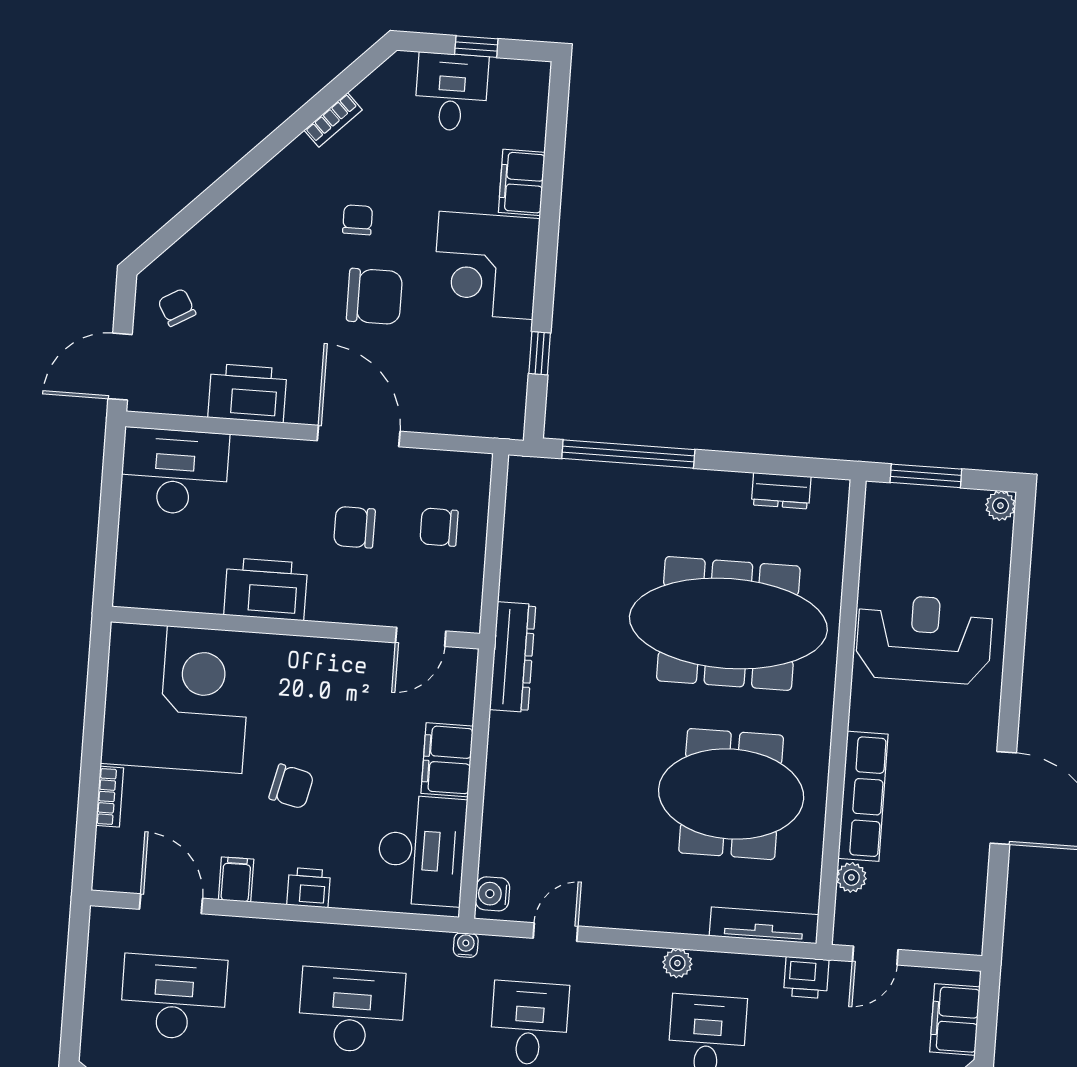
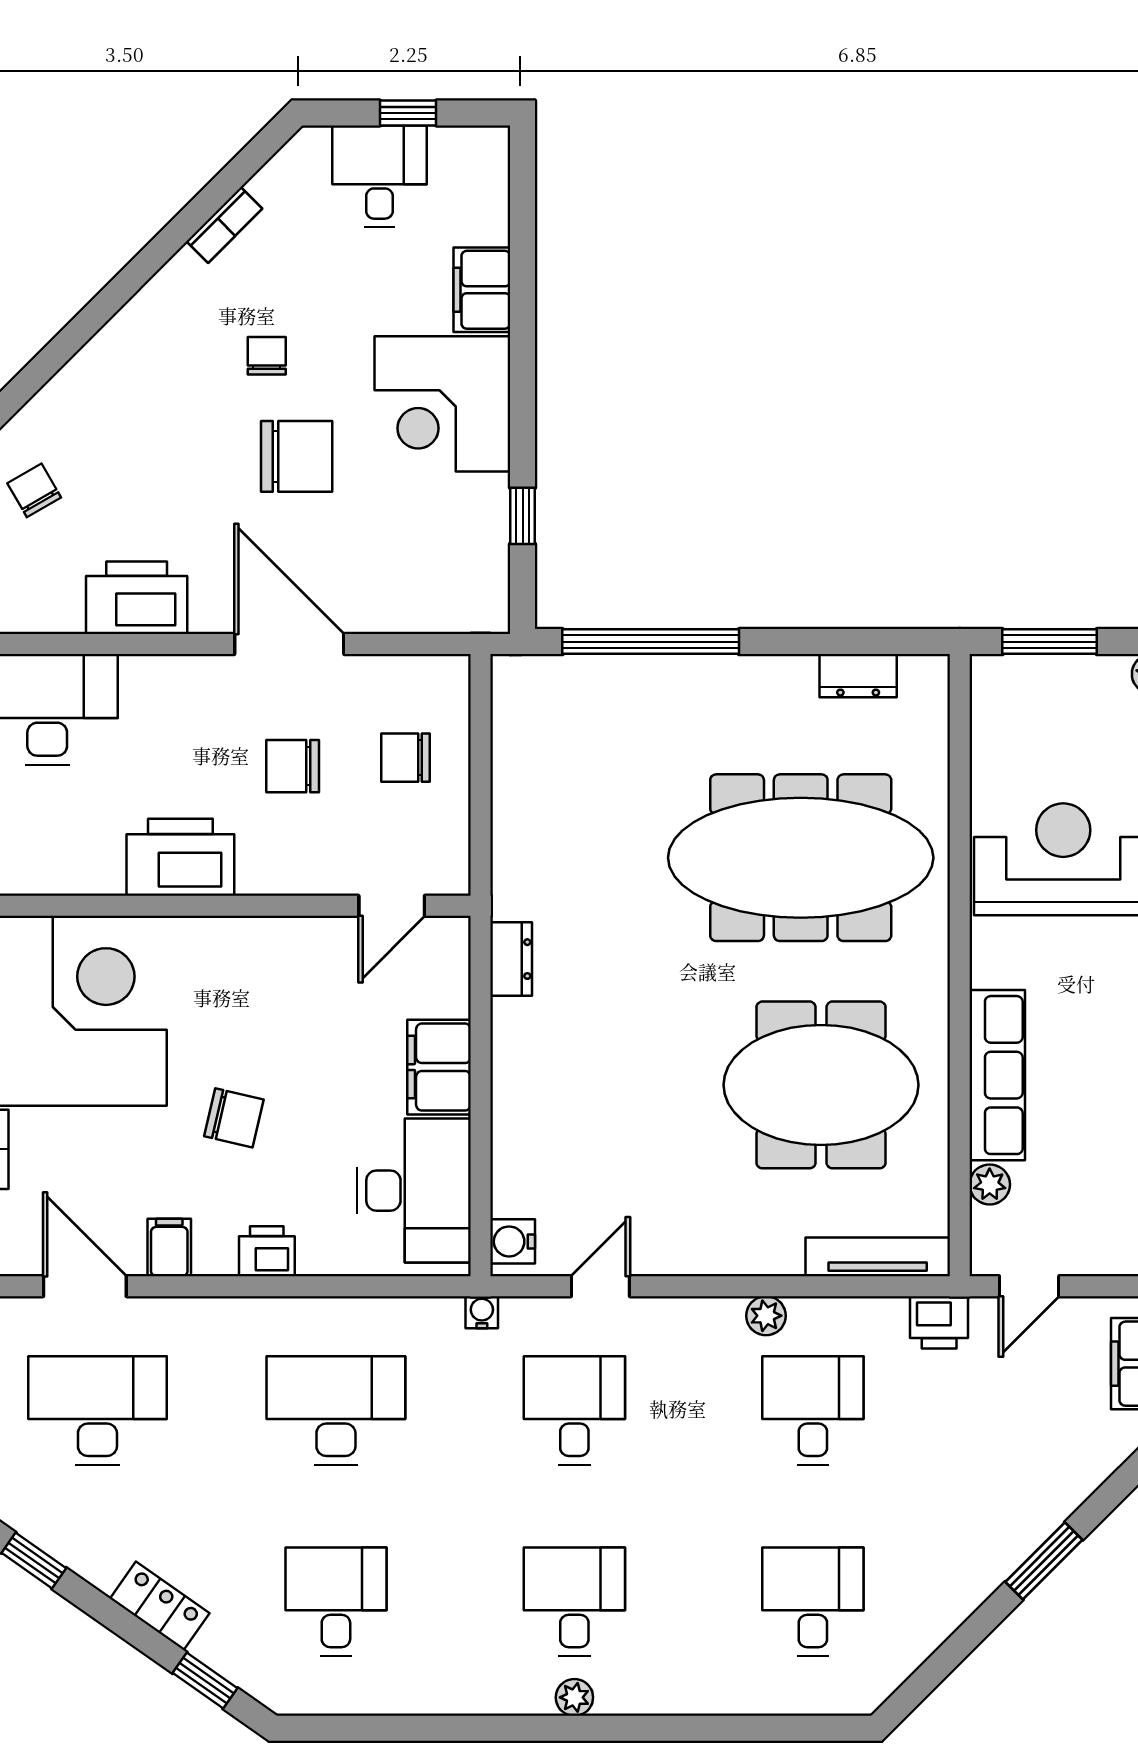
dresser: (513, 657) -> (511, 959), width x0.51, depth x0.80

